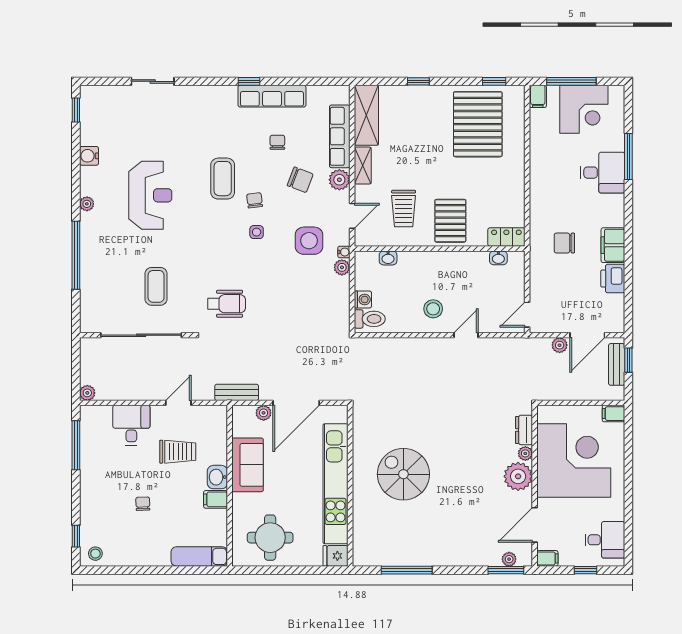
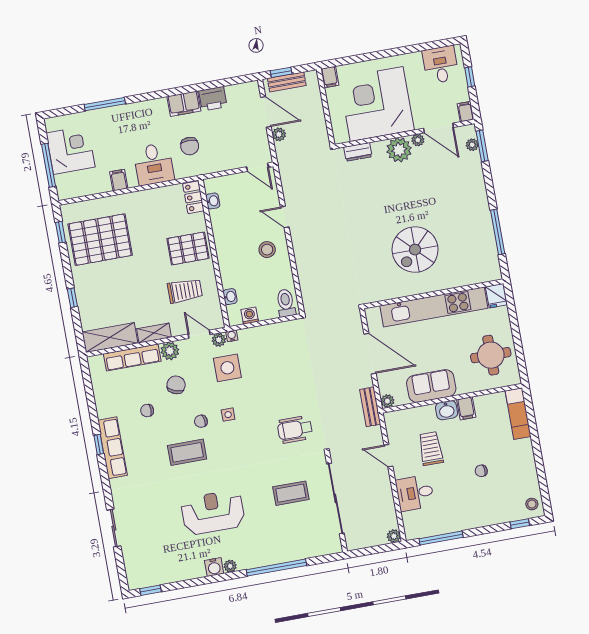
row of seats: (272, 96) -> (113, 448), moved
filing cabinet: (538, 96) -> (119, 180), moved, turned -90
water cooler: (89, 156) -> (214, 567), moved
desk: (603, 173) -> (154, 164), moved, turned 180
plant: (342, 267) -> (219, 340), moved
washing machine: (363, 300) -> (250, 316), moved
wheelchair: (227, 304) -> (295, 429), turned -90
plant: (264, 413) -> (387, 401), moved
plant: (525, 453) -> (418, 140), moved

